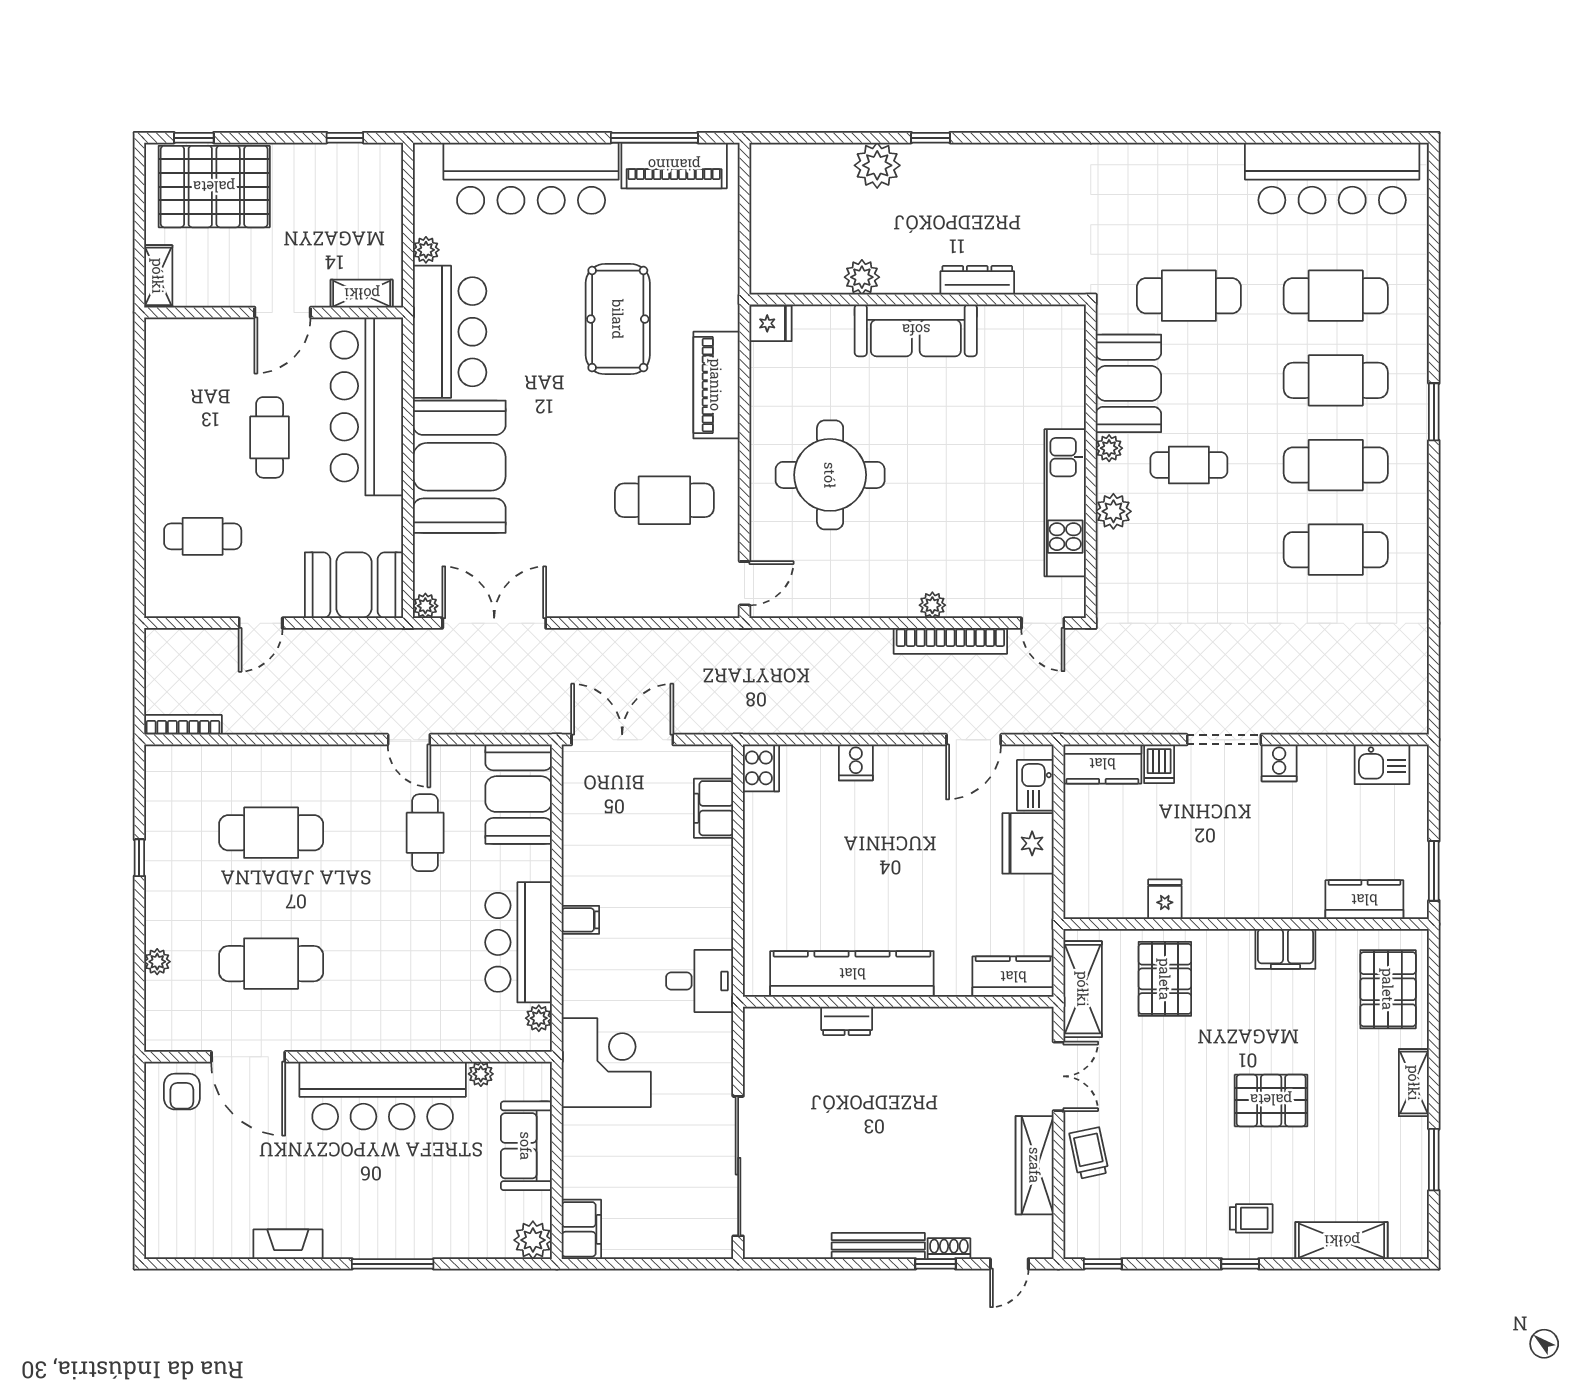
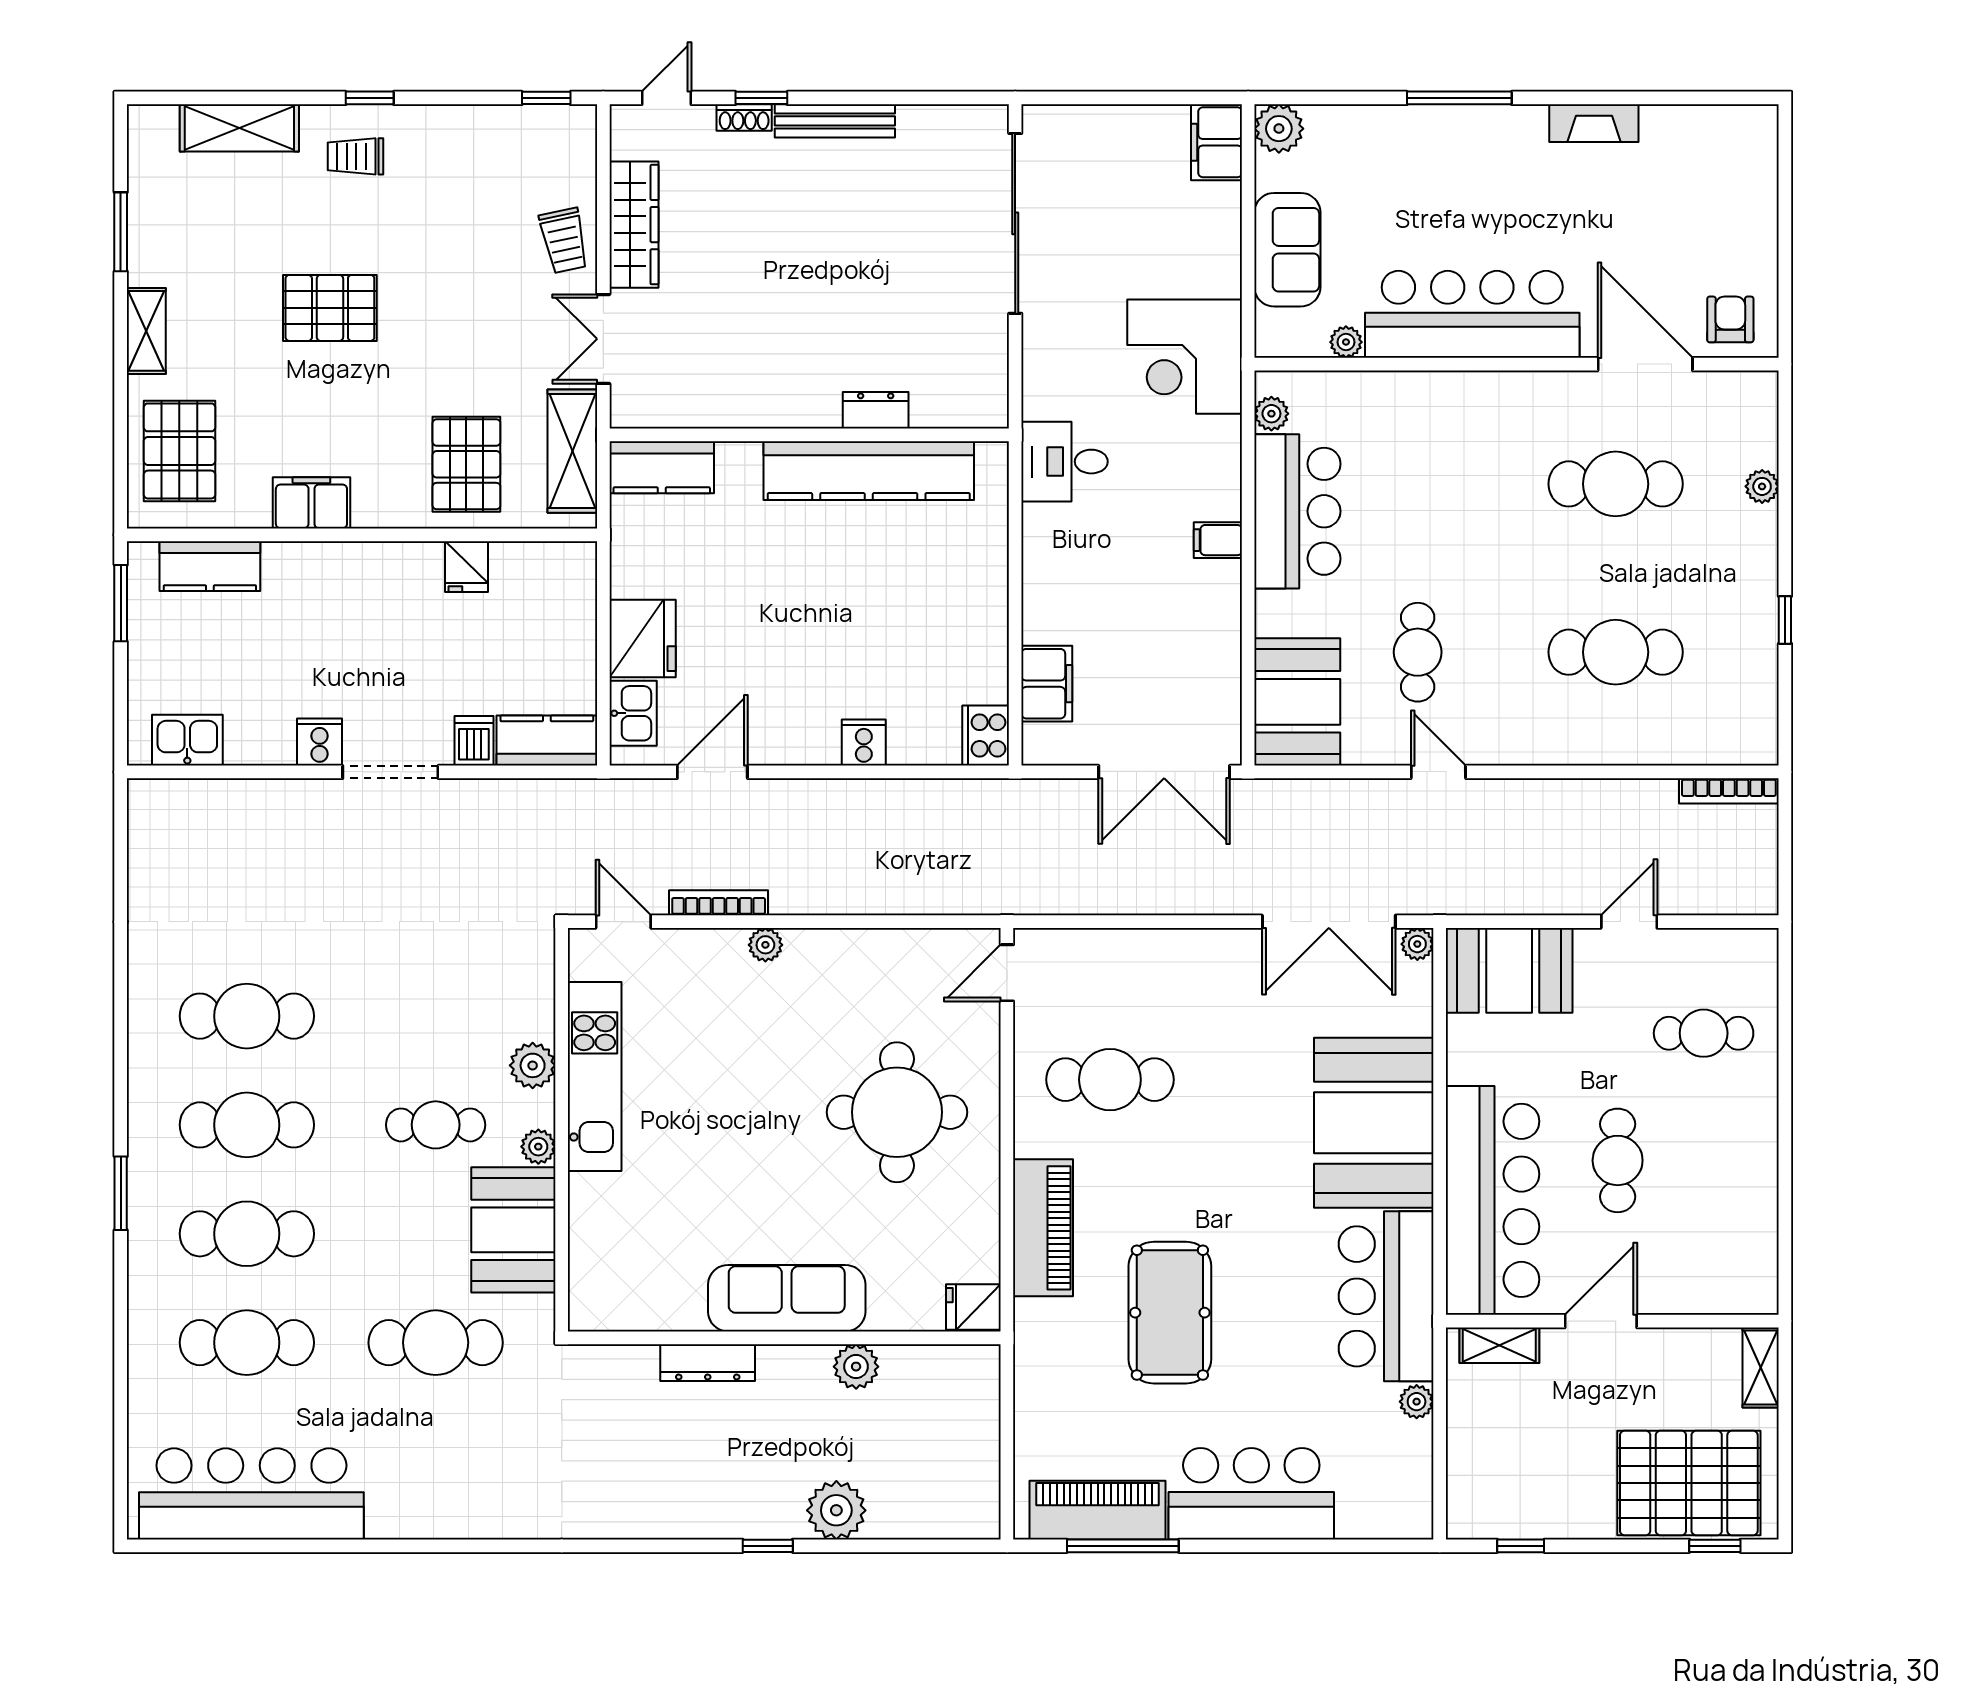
bar counter: (531, 178) -> (1251, 1494), width x0.73
bookcase: (950, 641) -> (719, 903), width x0.68, depth x0.76

